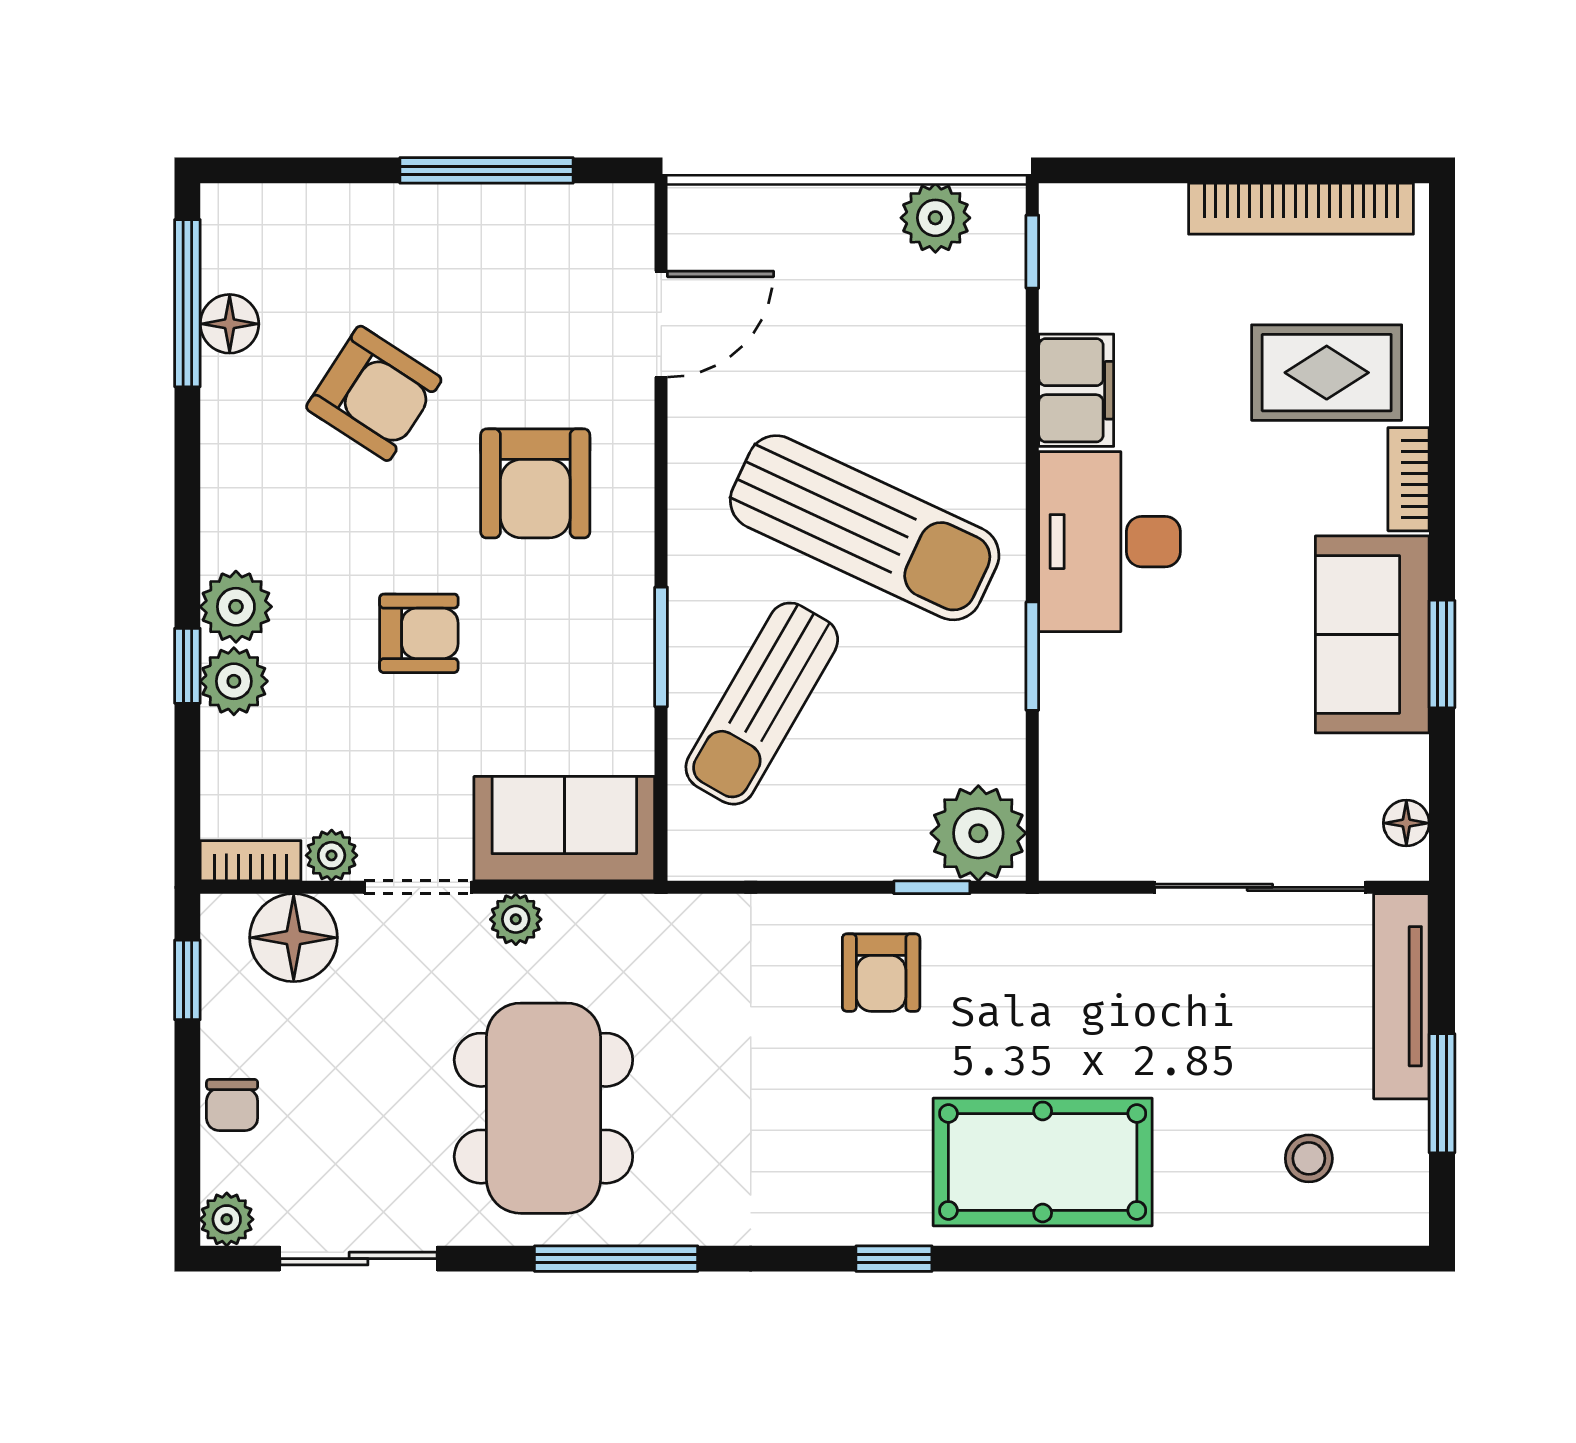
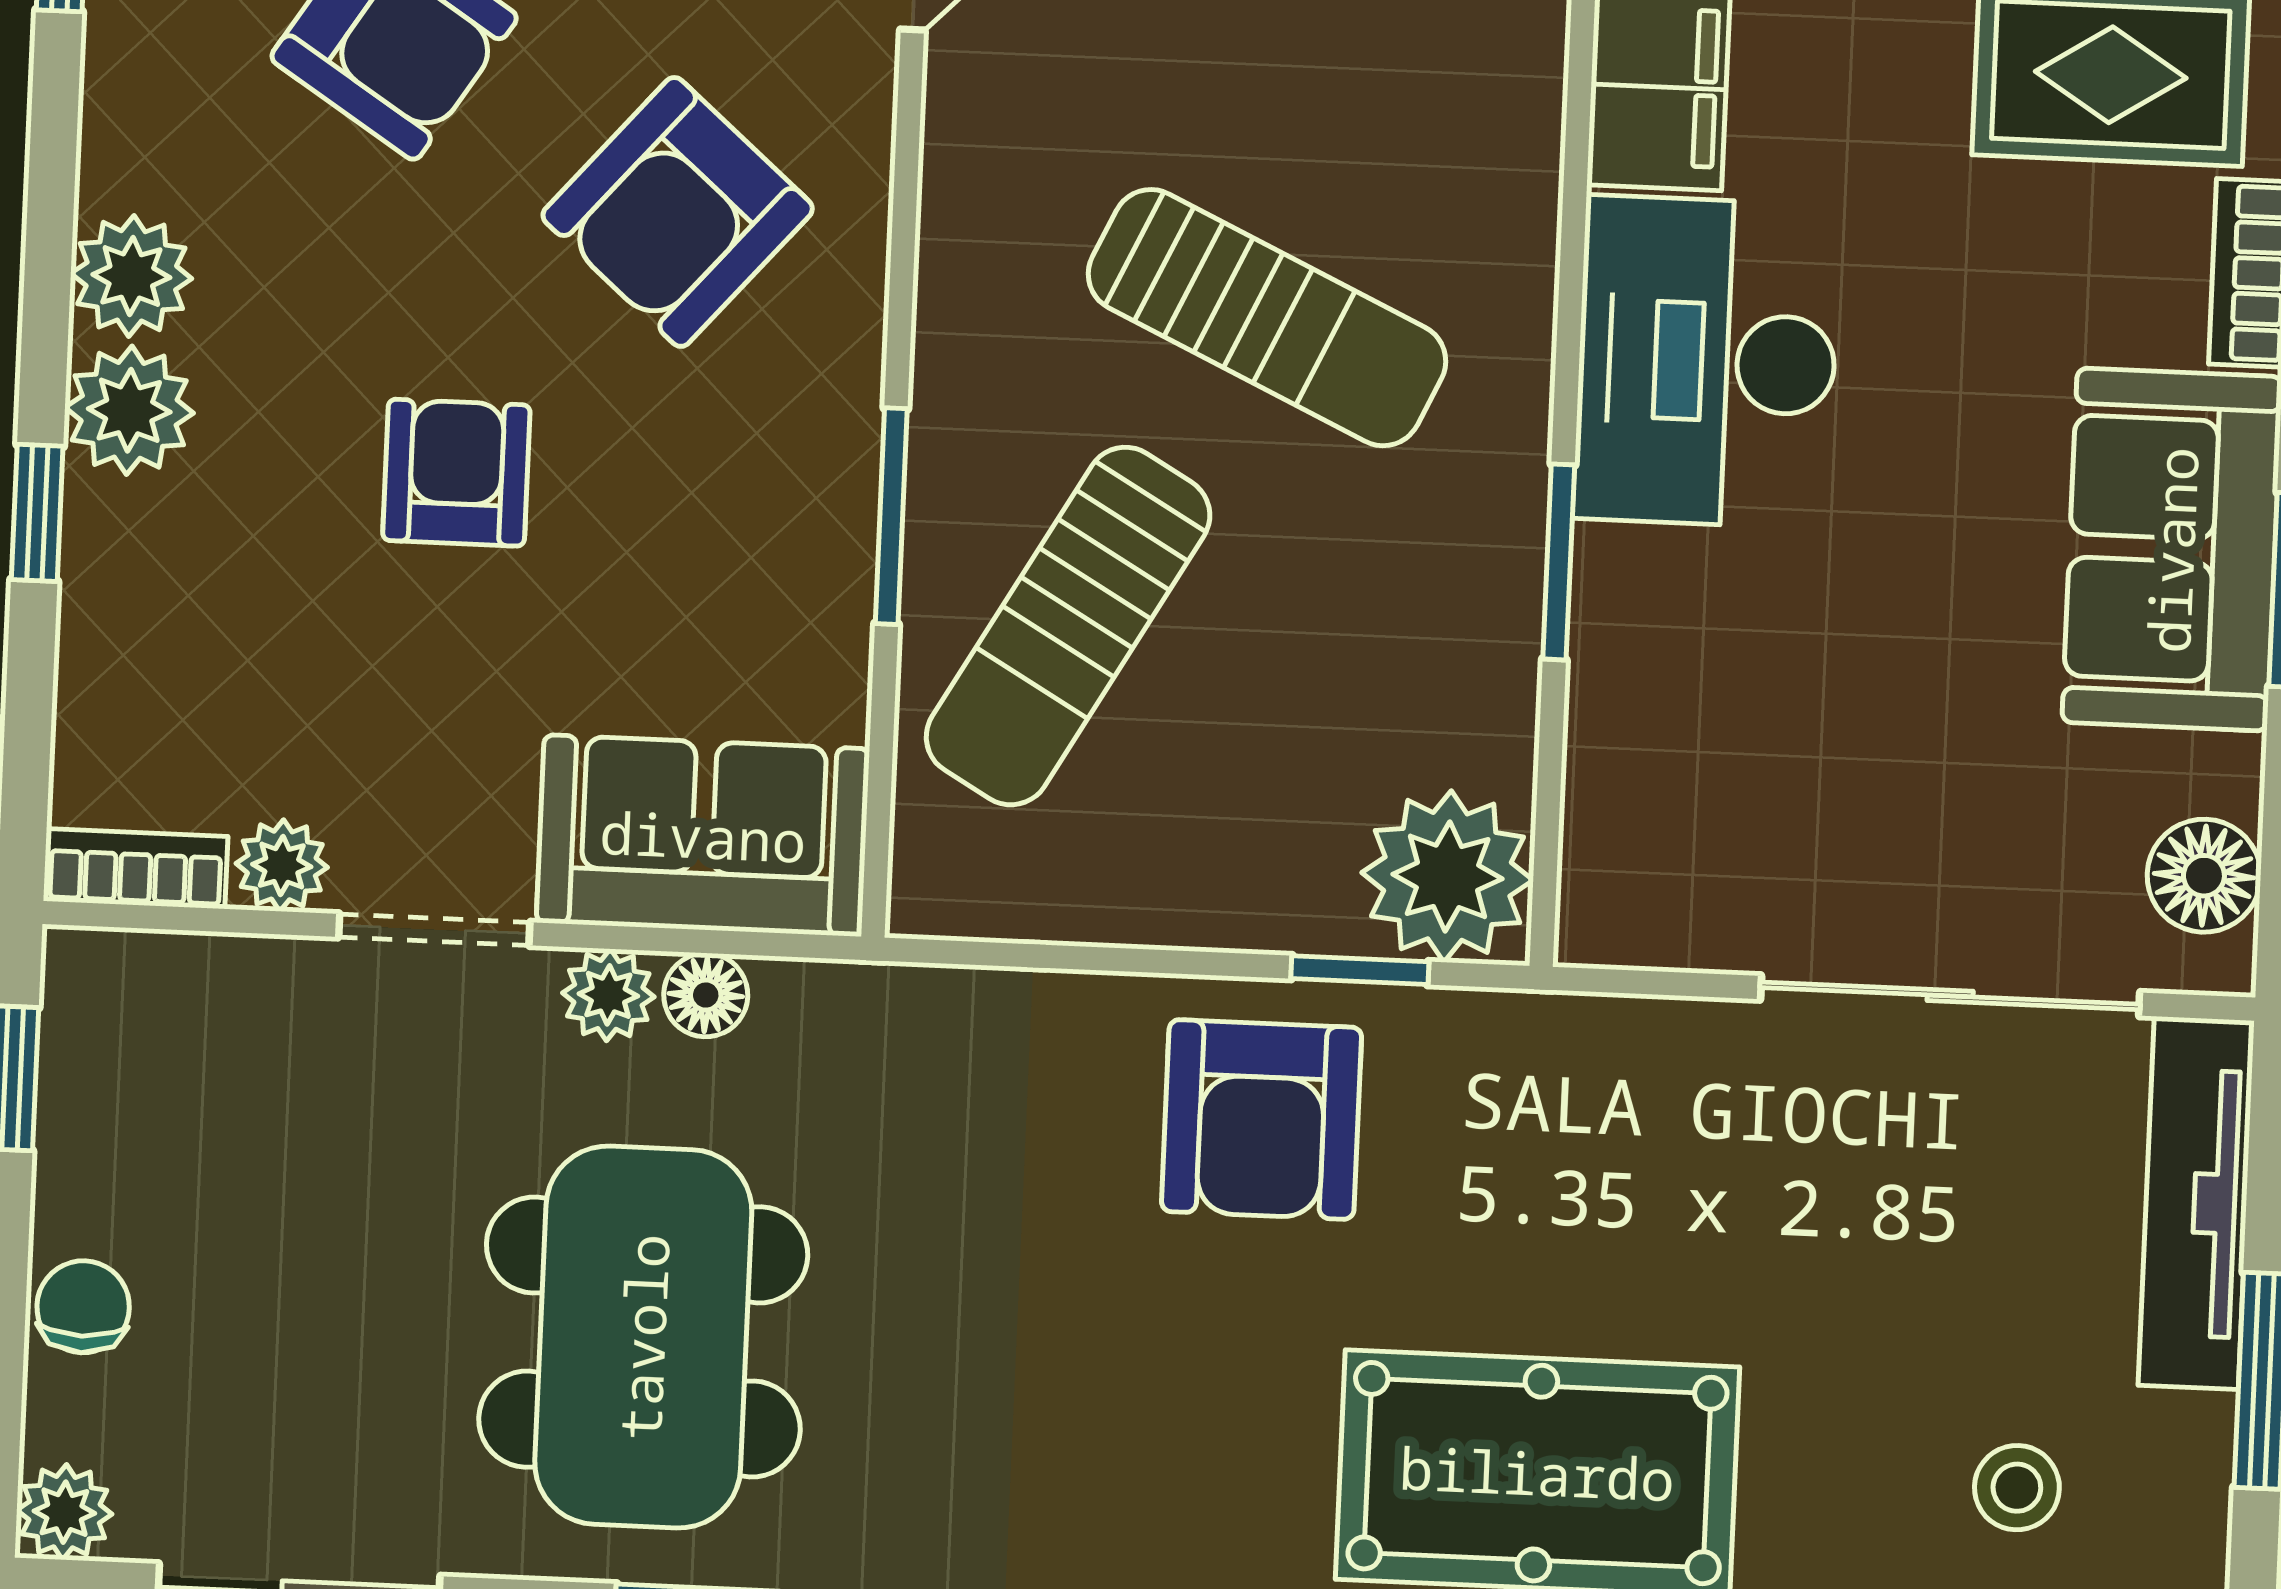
armchair: (535, 483) -> (678, 212), turned 41
sun lounger: (865, 528) -> (1267, 318), width x0.73, depth x0.75
armchair: (419, 633) -> (456, 473), turned -90
plant: (234, 681) -> (131, 276), moved
floor lamp: (1406, 823) -> (2204, 876), width x1.37, depth x1.37
floor lamp: (294, 938) -> (706, 995), moved, width x0.53, depth x0.53
armchair: (881, 973) -> (1262, 1119), width x1.38, depth x1.38
chair: (232, 1105) -> (83, 1307), turned 180

